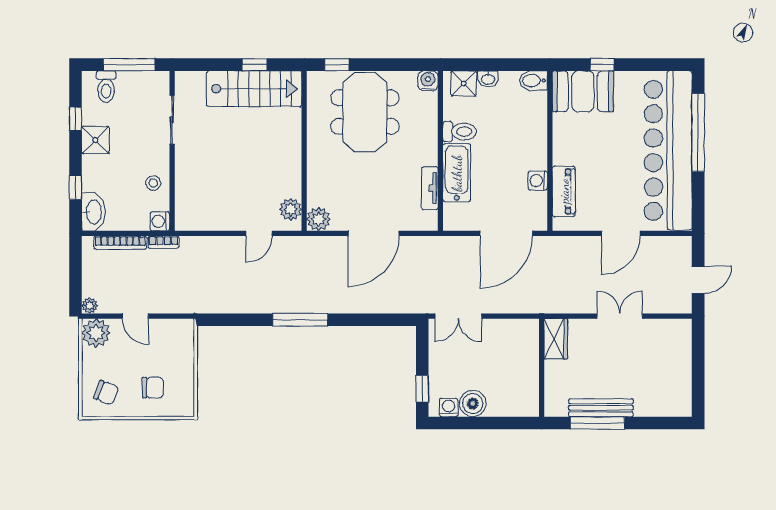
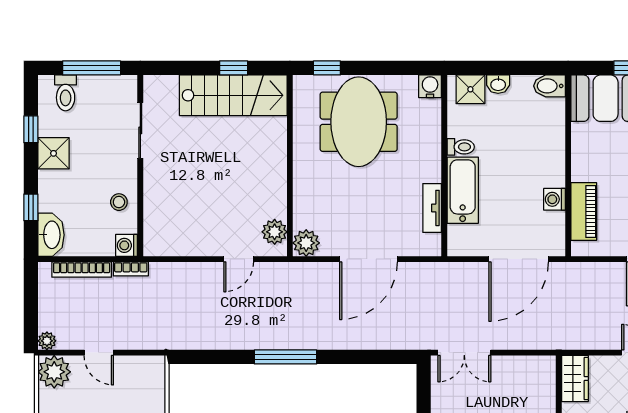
toilet: (460, 132) -> (461, 147), width x0.73, depth x0.72

